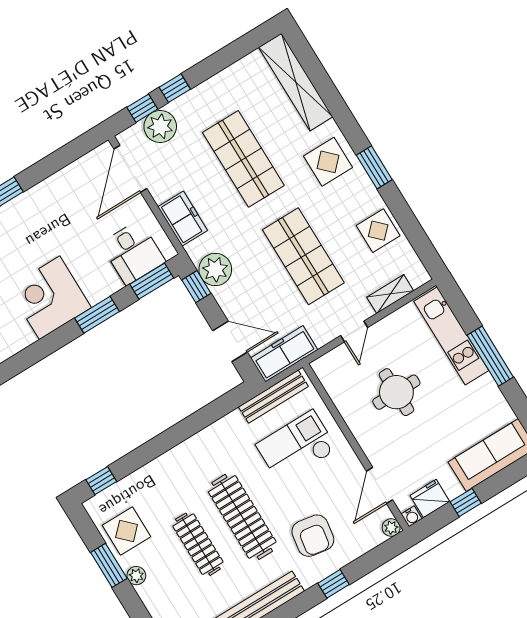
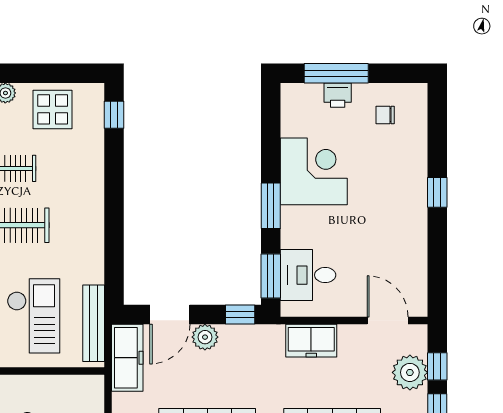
door: (130, 169) -> (388, 320), width x0.73
plant: (215, 270) -> (205, 337), moved, width x0.73, depth x0.73
window: (109, 565) -> (31, 73), removed

